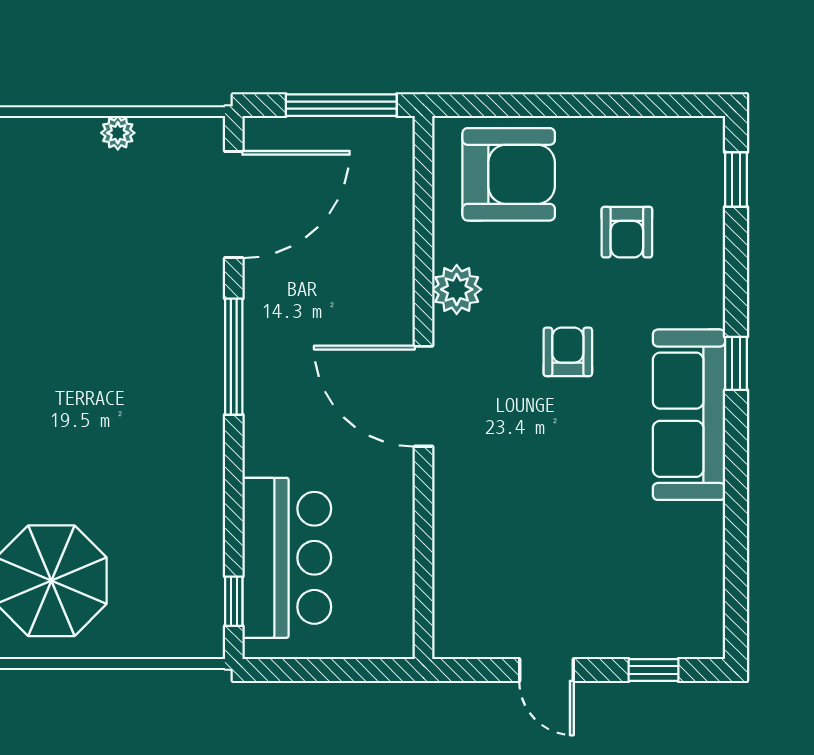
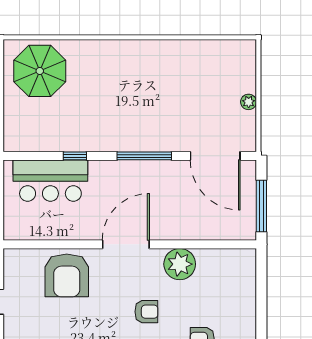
armchair: (509, 174) -> (67, 275), moved
plant: (457, 289) -> (180, 264), width x1.36, depth x1.36
window: (234, 601) -> (75, 156), moved

